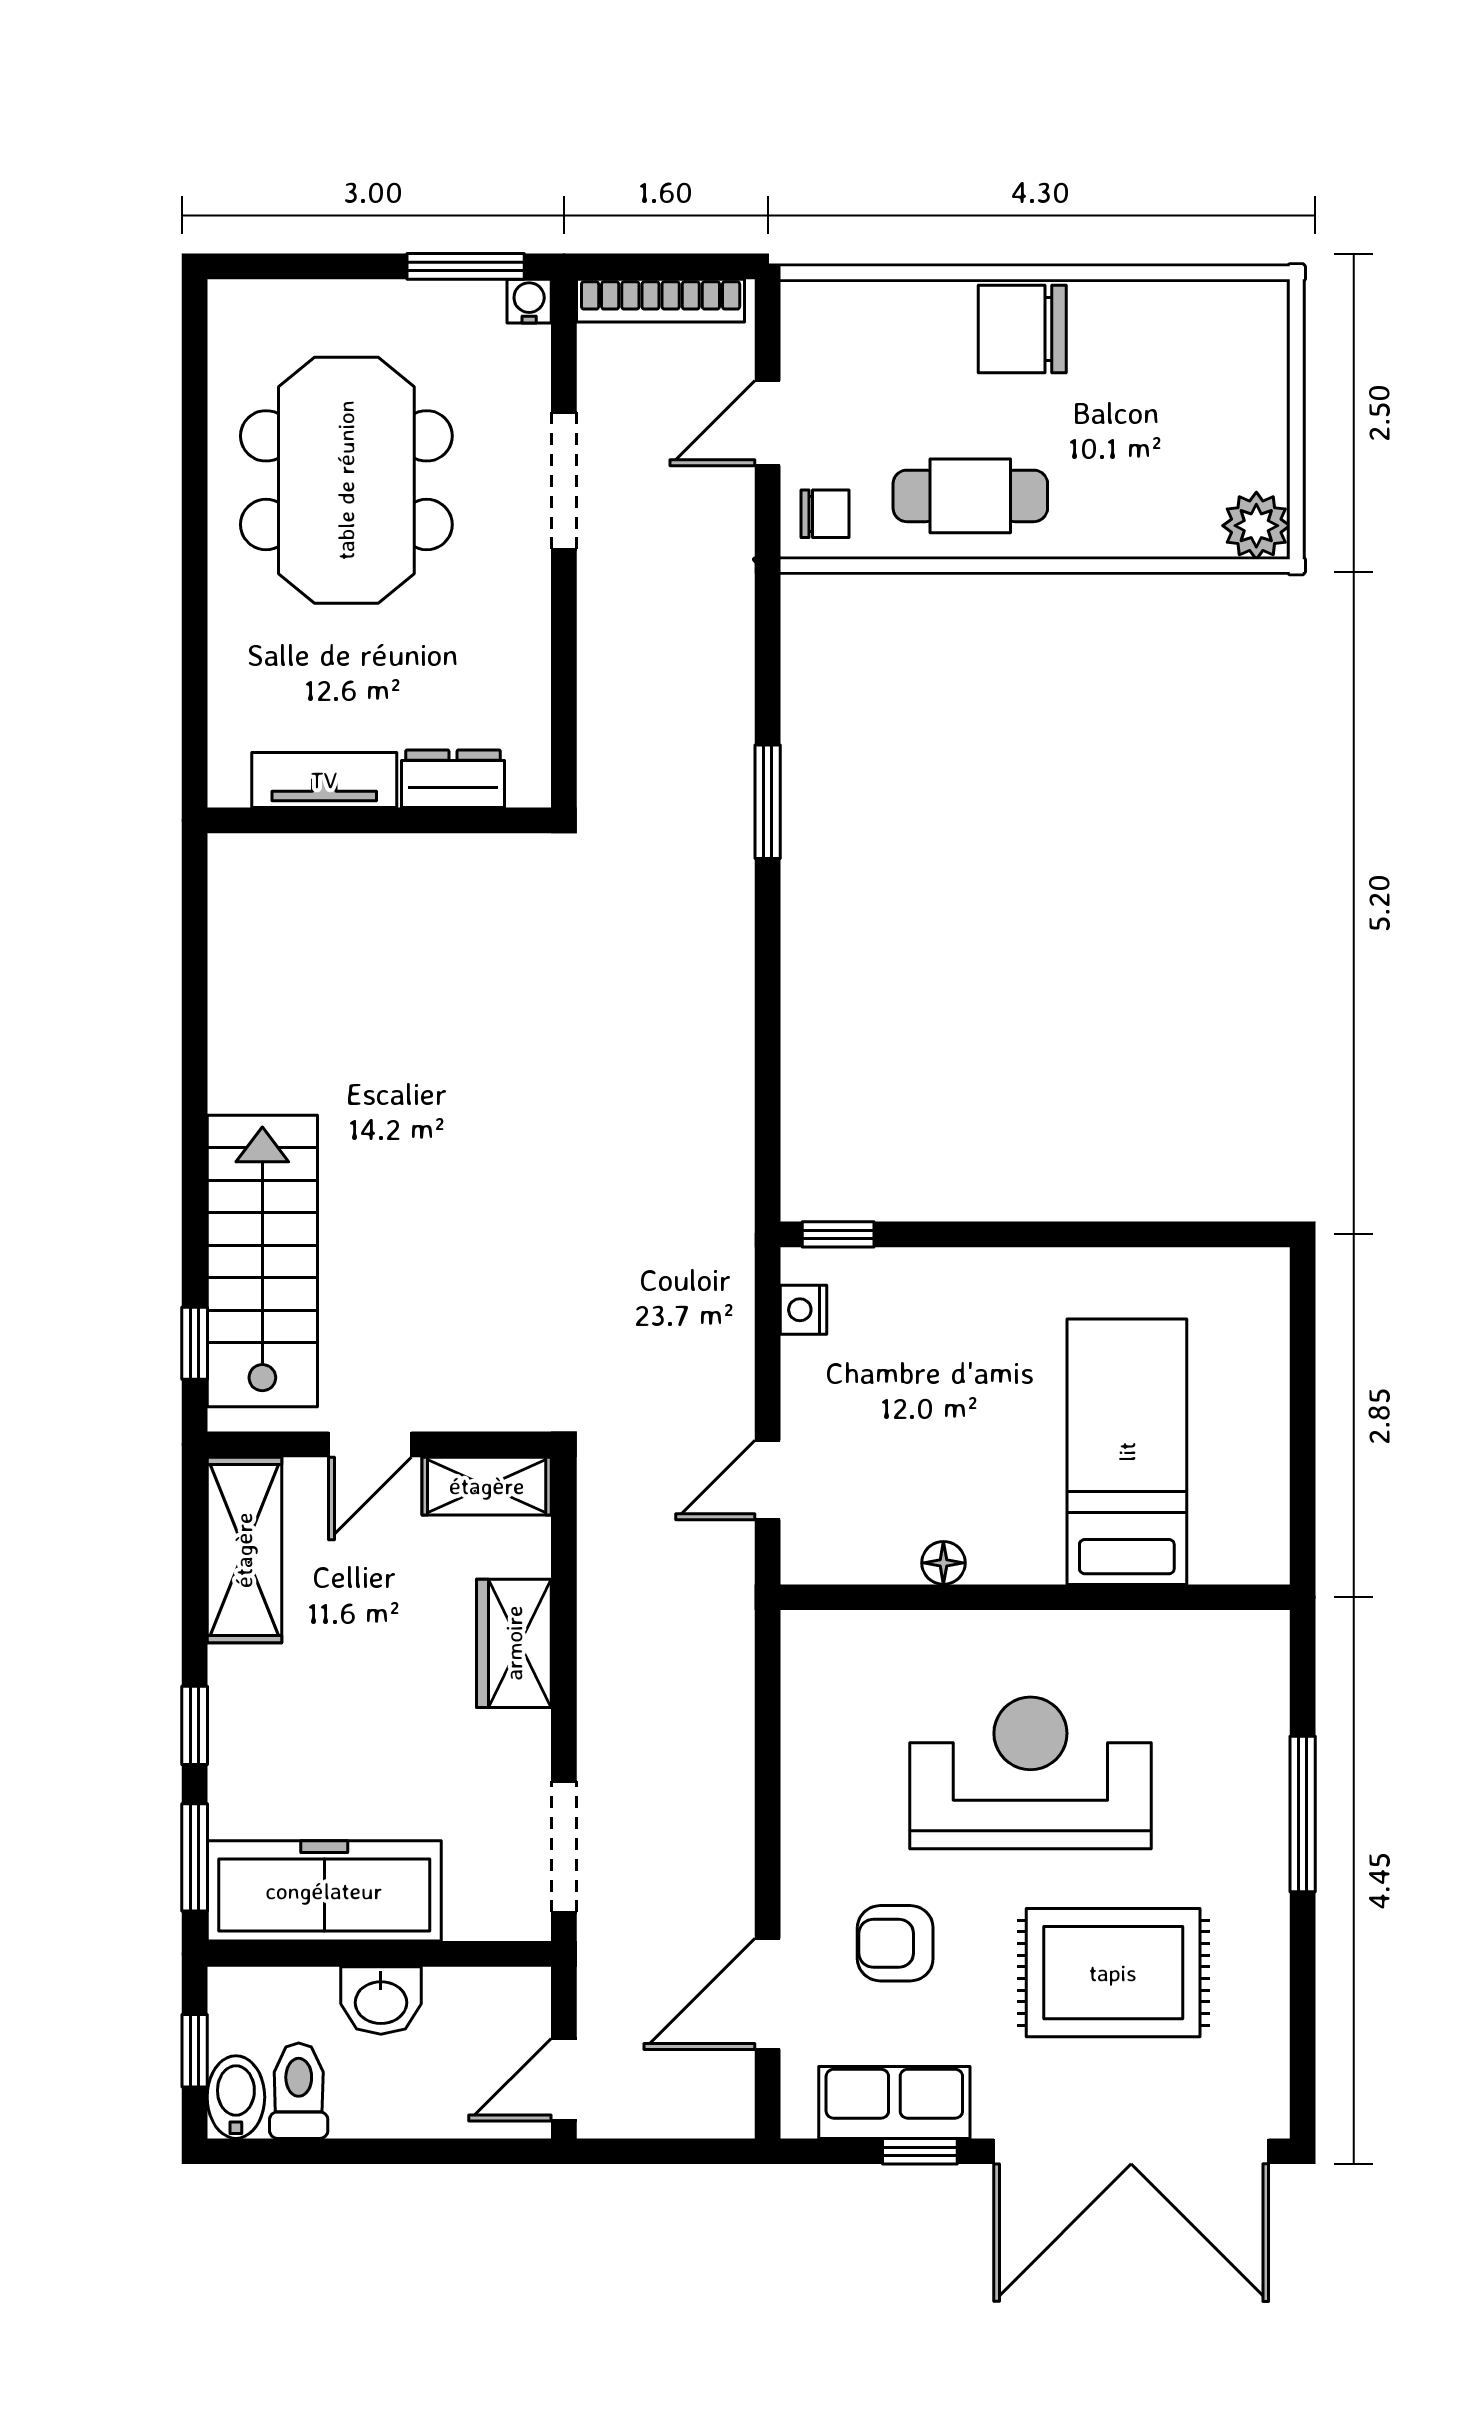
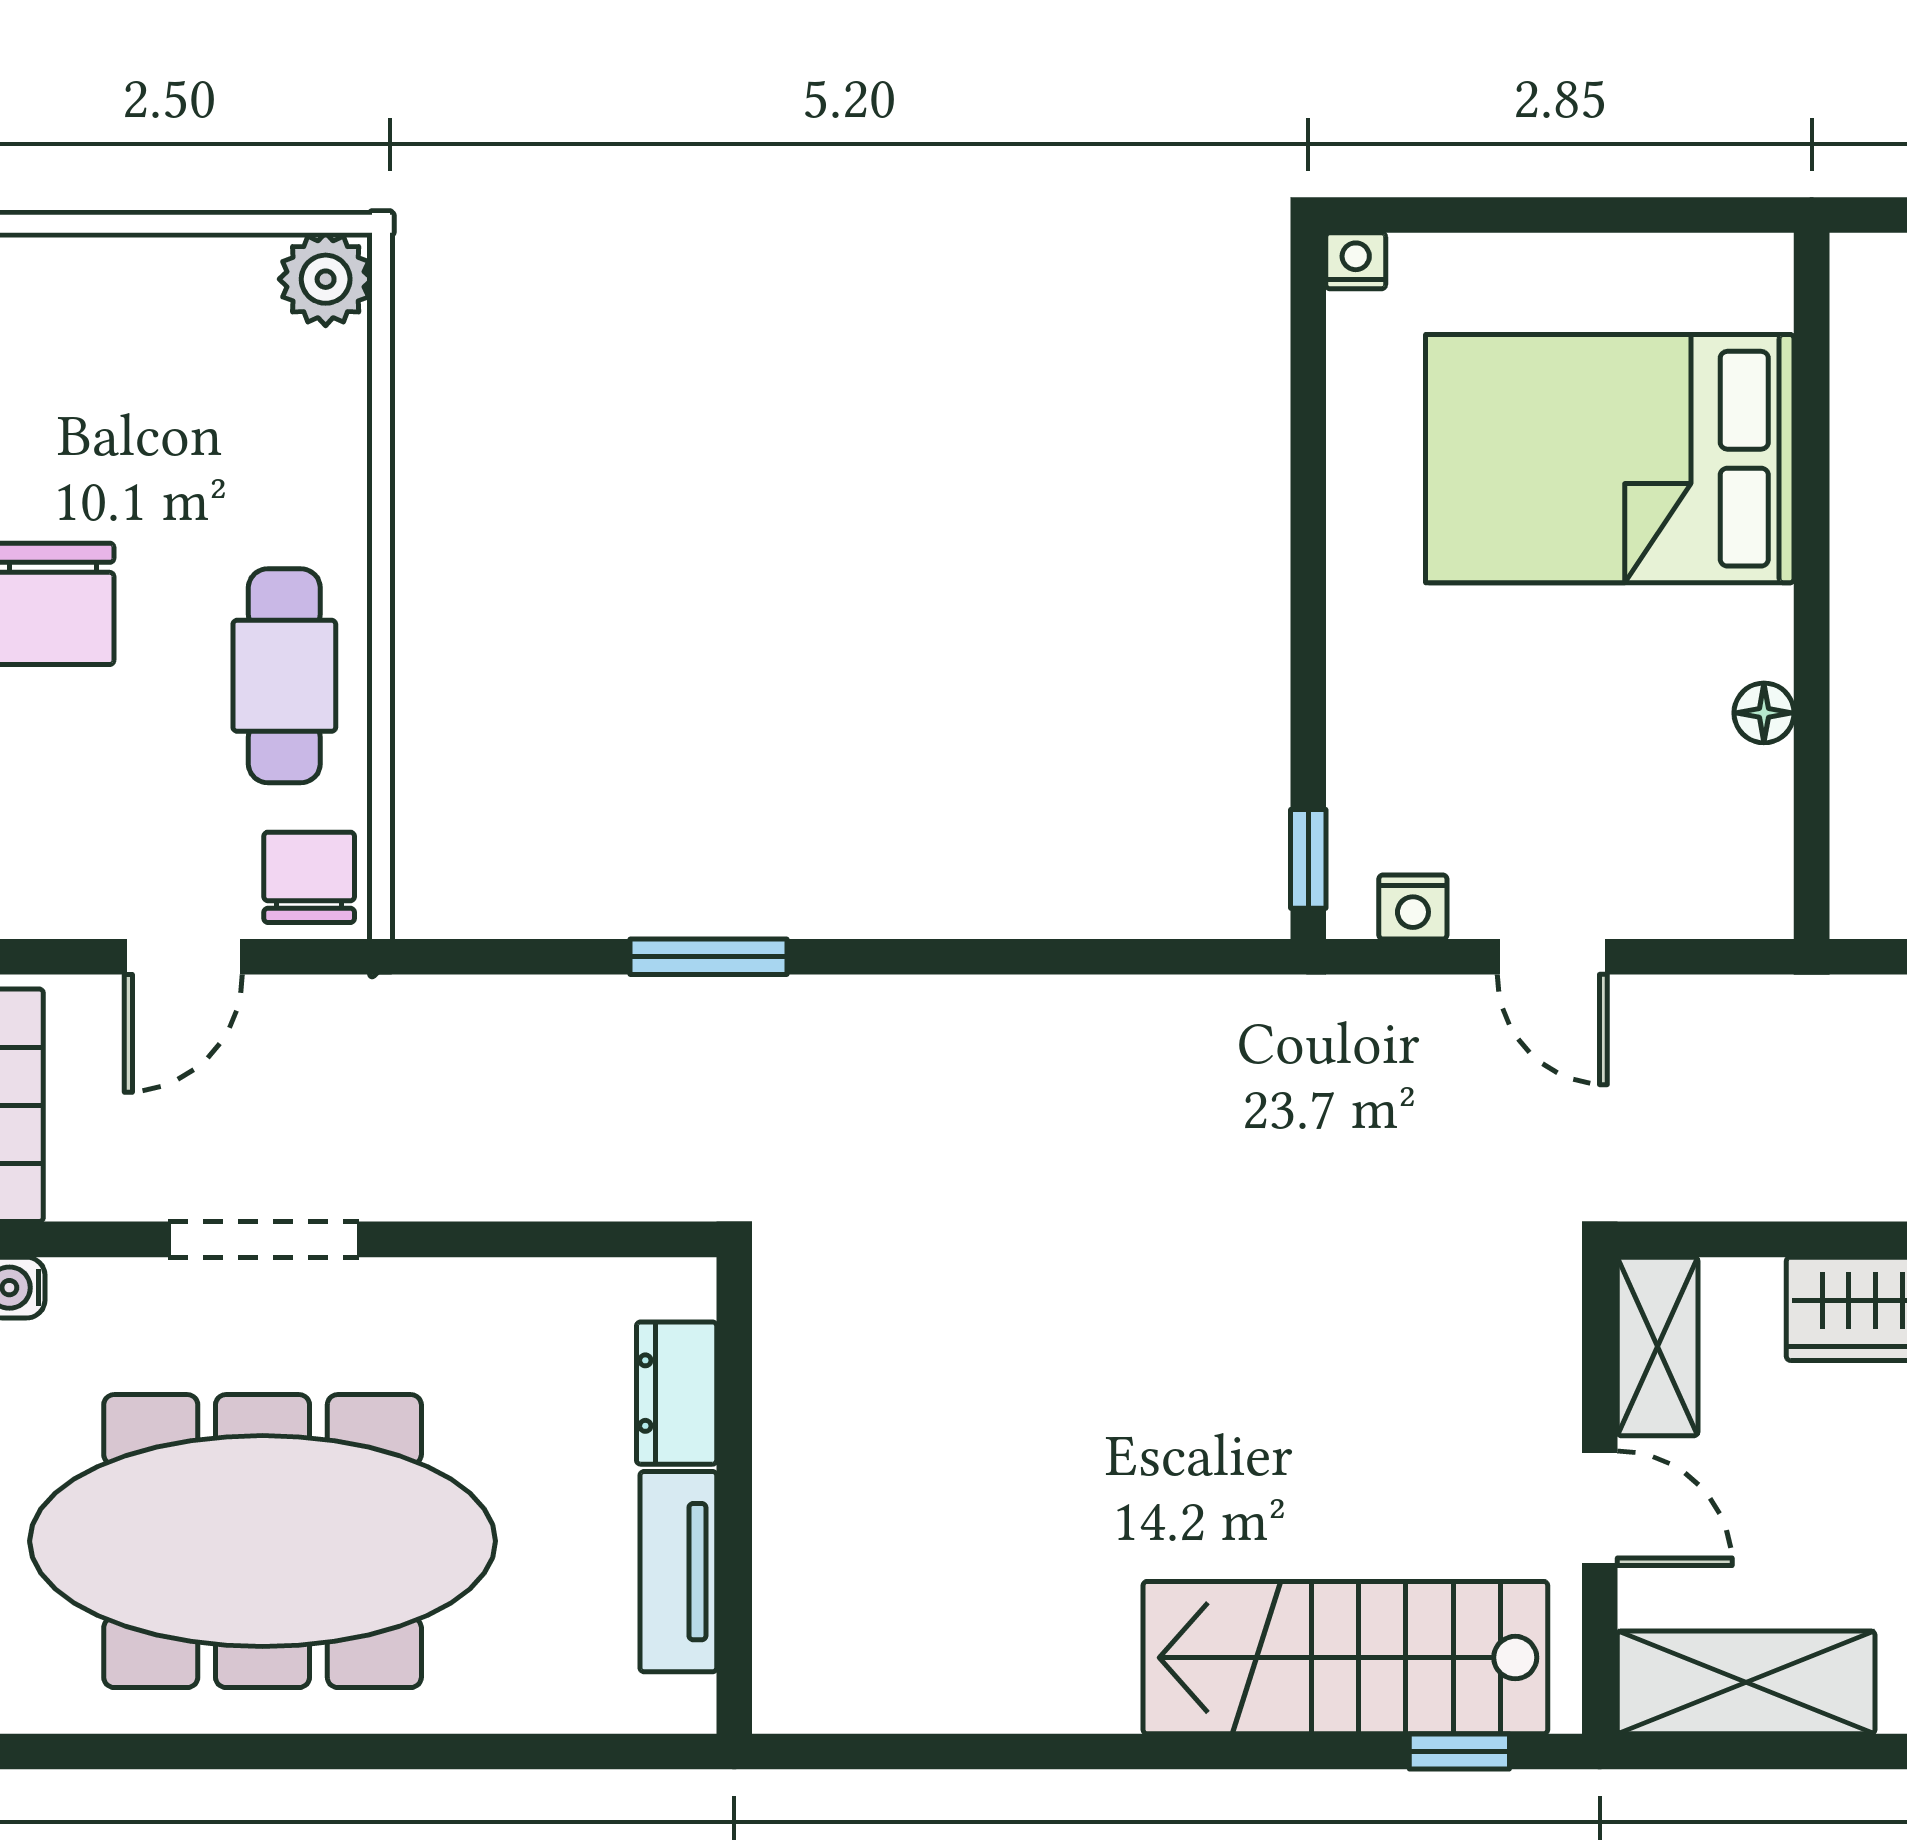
door: (768, 423) -> (183, 957), hinge flipped
meeting table: (346, 480) -> (263, 1541), width x1.36
chair: (825, 514) -> (309, 877), width x1.37, depth x1.37
nightstand: (1270, 1268) -> (1356, 261), added
bed: (1127, 1452) -> (1610, 459), width x1.50
door: (768, 1480) -> (1552, 957), moved

